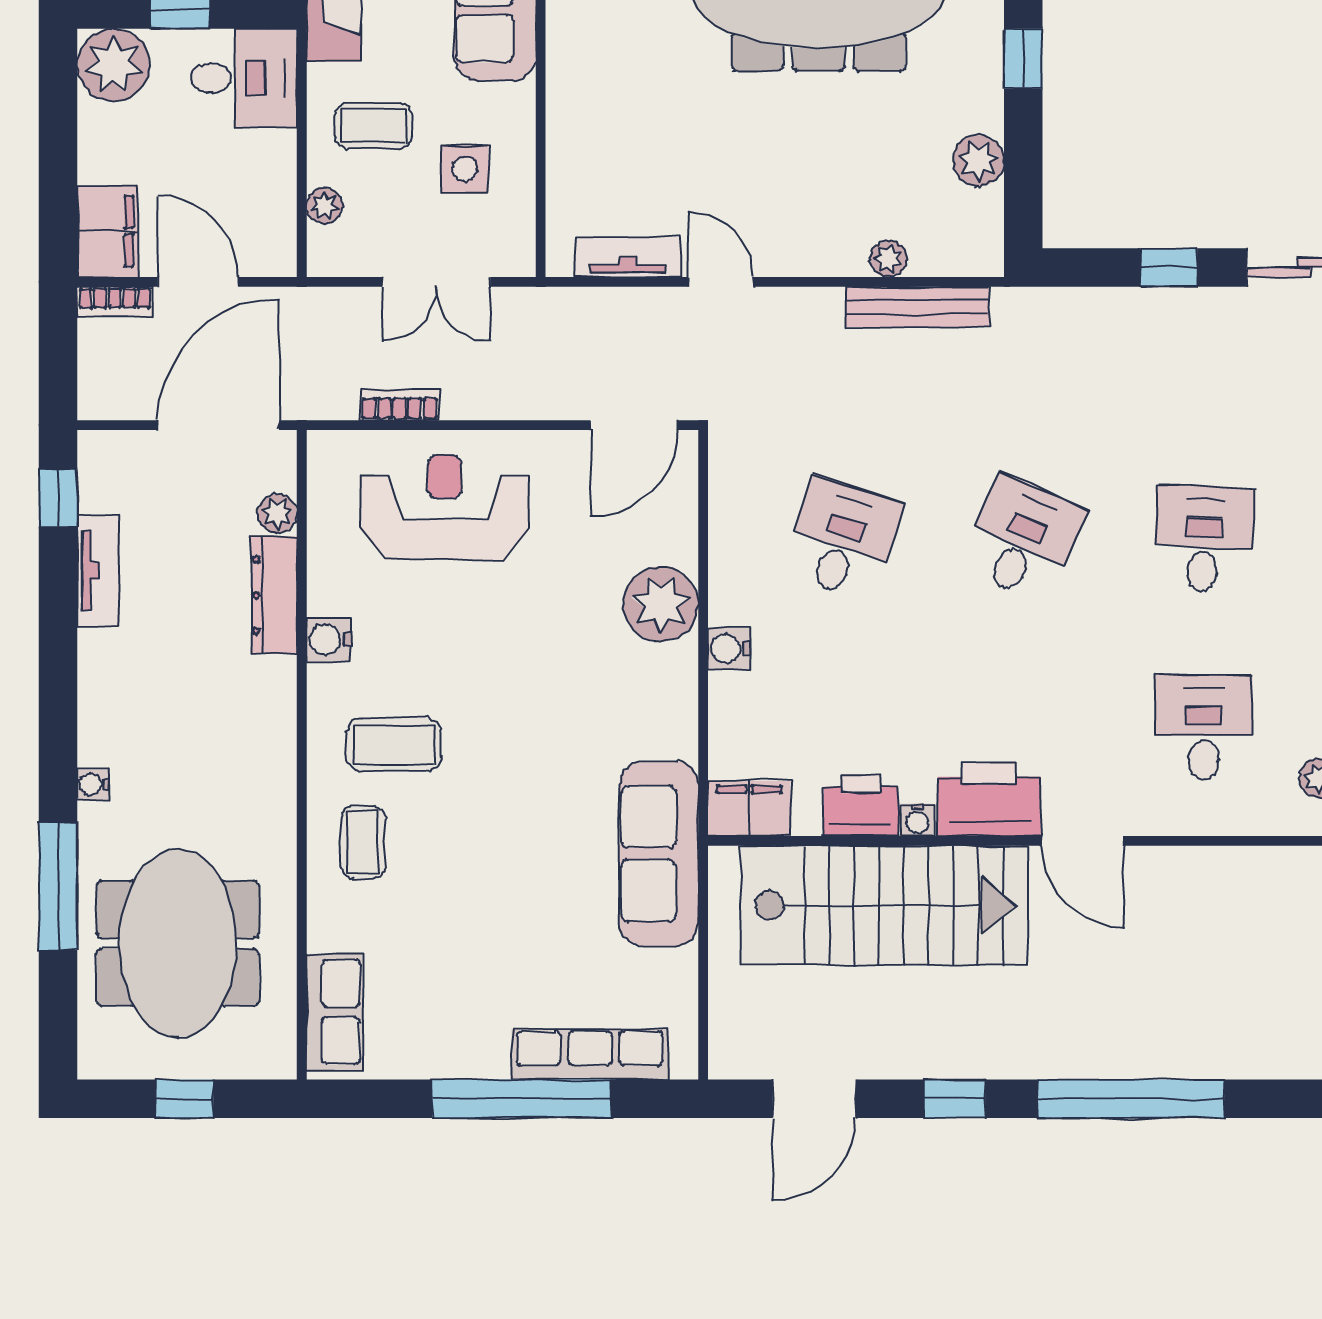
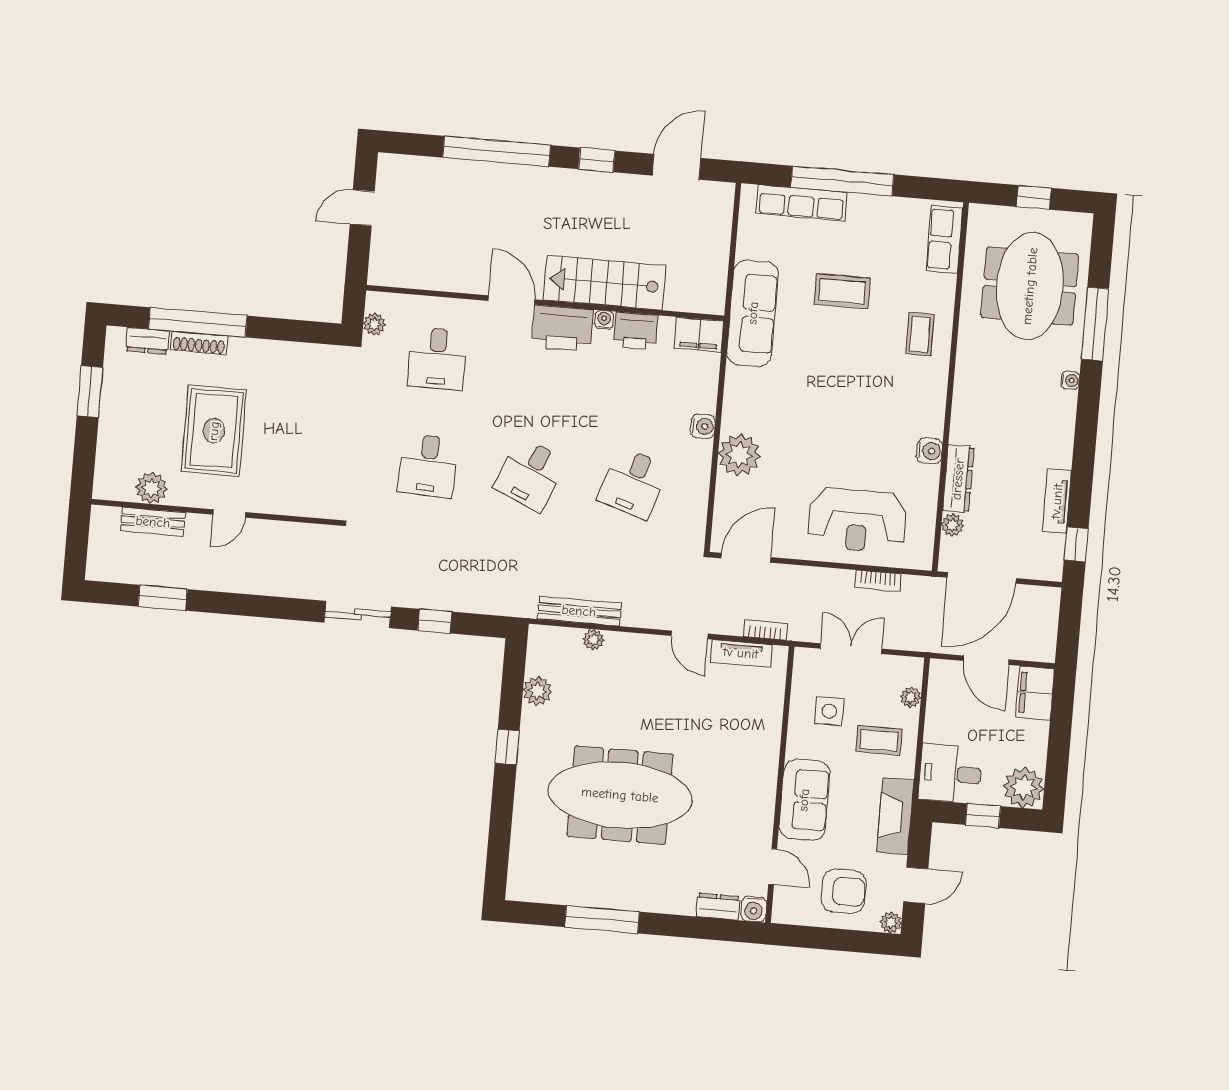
bookcase: (115, 302) -> (765, 630), moved
coffee table: (394, 745) -> (842, 291), moved
stairs: (884, 905) -> (604, 283), width x0.73, depth x0.66

